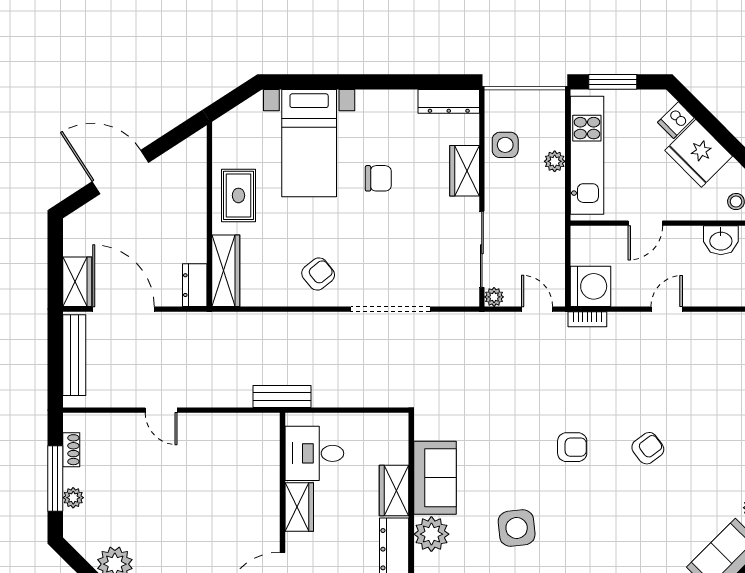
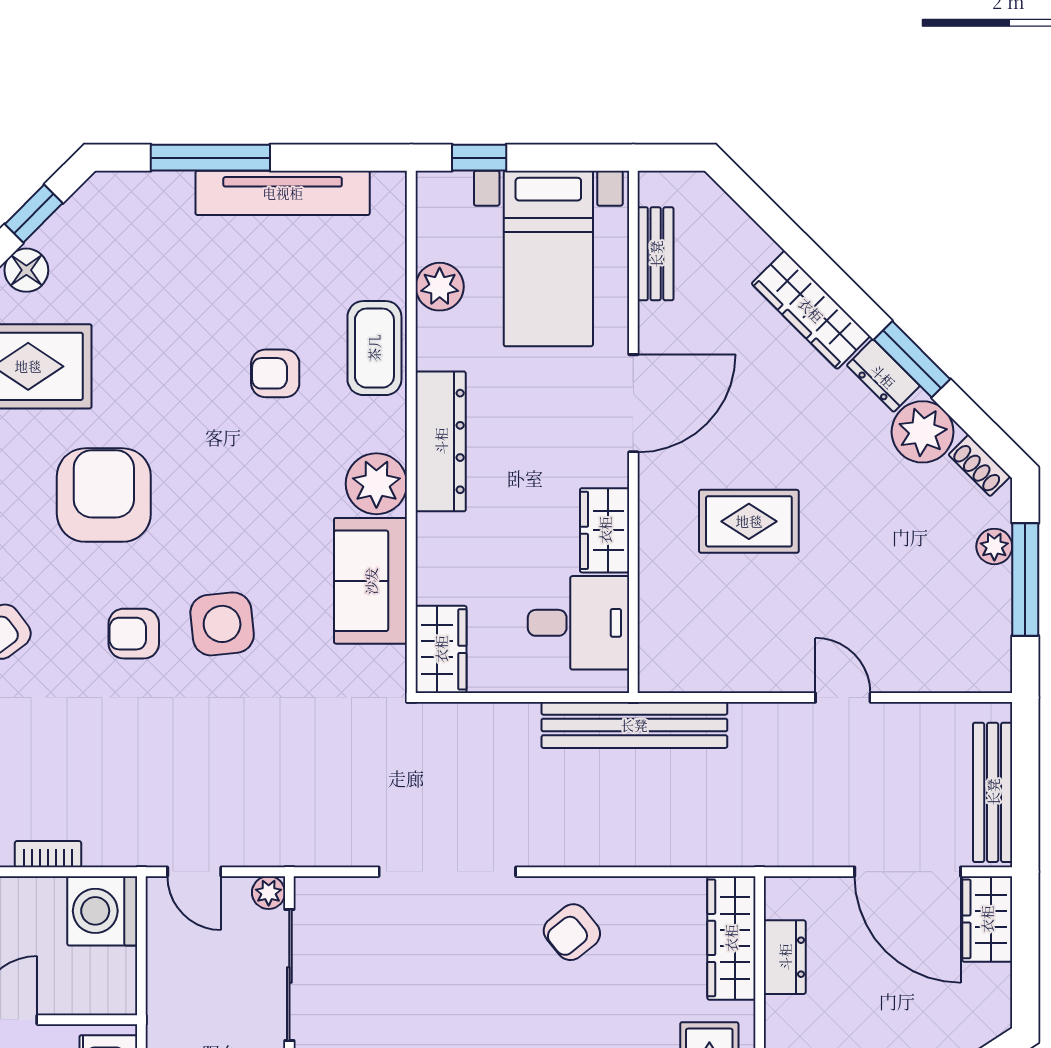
dresser: (195, 285) -> (785, 957), moved
bookcase: (587, 319) -> (48, 854), moved
bench: (282, 396) -> (634, 725), width x1.86, depth x1.21
shoe rack: (71, 450) -> (979, 466), moved, turned -45
wardrobe: (394, 491) -> (441, 649), moved
rug: (215, 512) -> (749, 521), added
armchair: (590, 527) -> (104, 495), added
side table: (517, 528) -> (222, 624), moved

